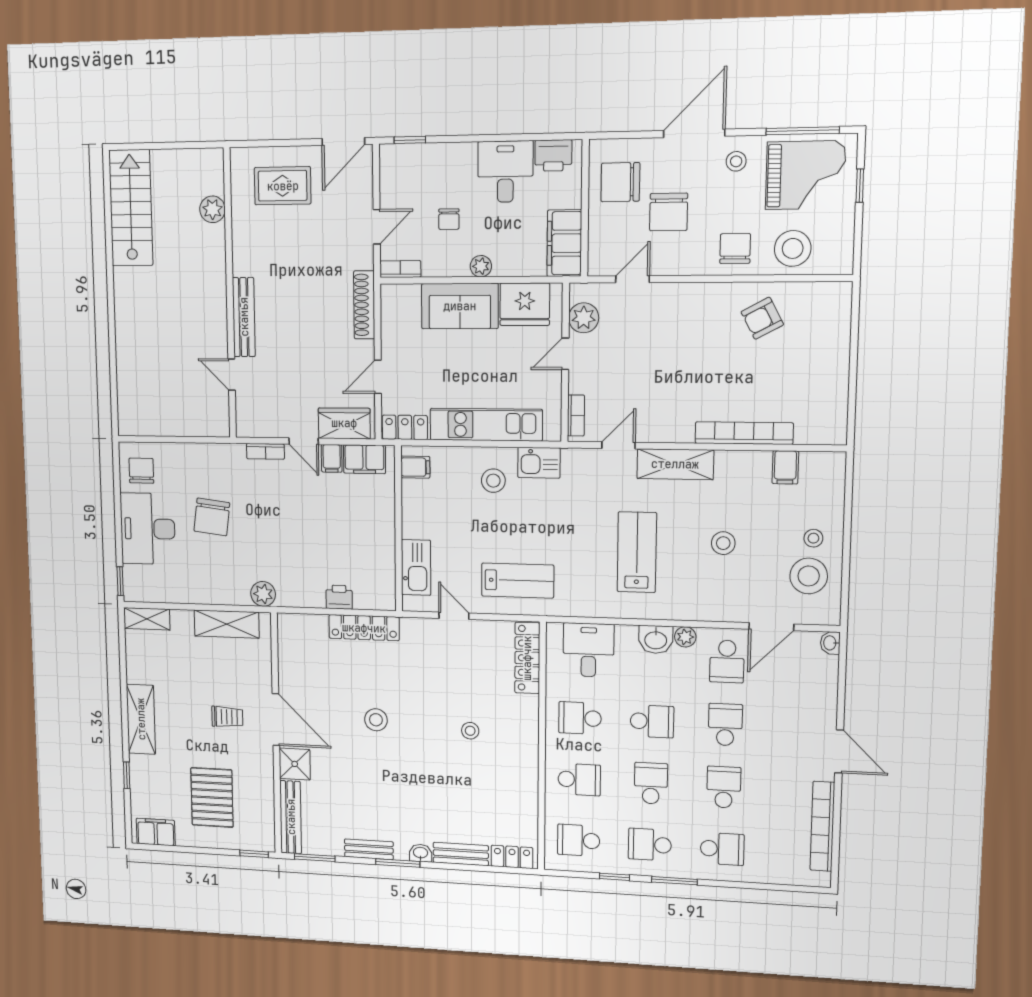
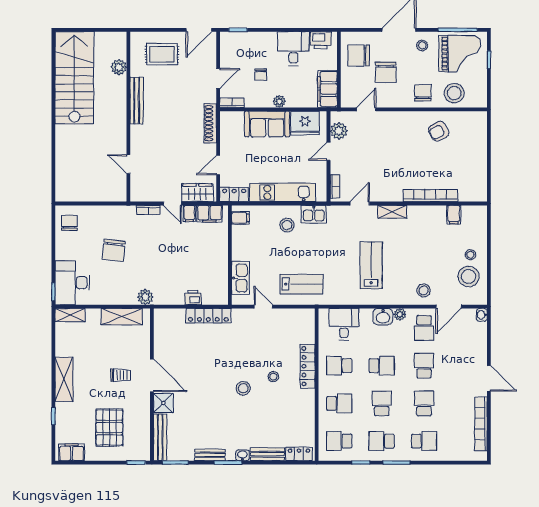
stairs: (131, 208) -> (74, 78), width x1.36, depth x1.51
bench: (244, 317) -> (137, 101), moved
shelving: (675, 464) -> (392, 212), width x0.67, depth x0.75
desk: (148, 529) -> (72, 283), moved
stool: (723, 543) -> (424, 290), moved
locker: (527, 658) -> (308, 366), moved
stool: (376, 720) -> (243, 388), moved

